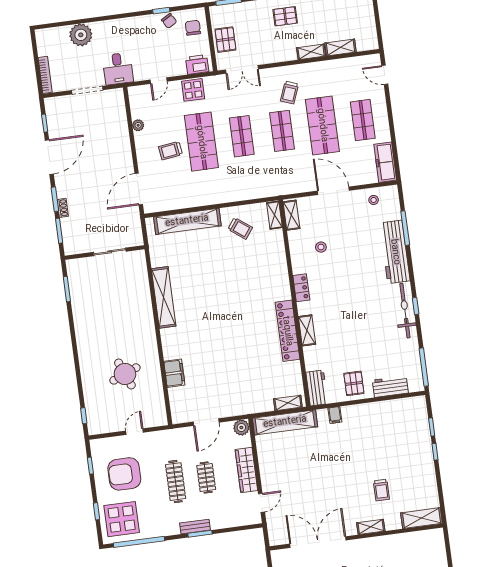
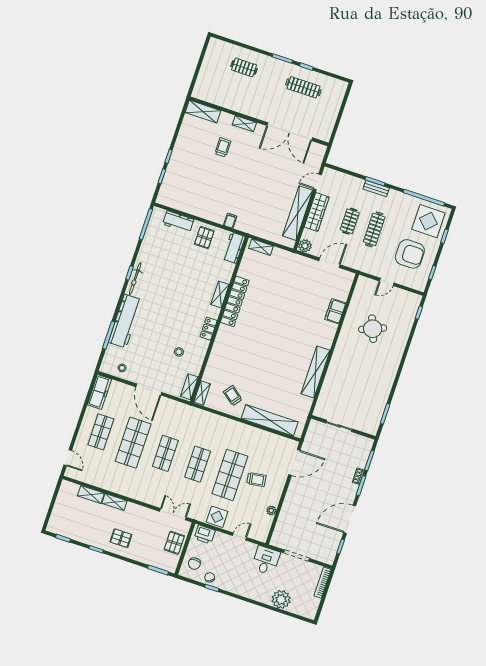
trolley: (289, 93) -> (146, 479), removed
bicycle: (405, 311) -> (135, 279), width x0.73, depth x0.71
shelving: (285, 422) -> (298, 213), moved, turned 90

